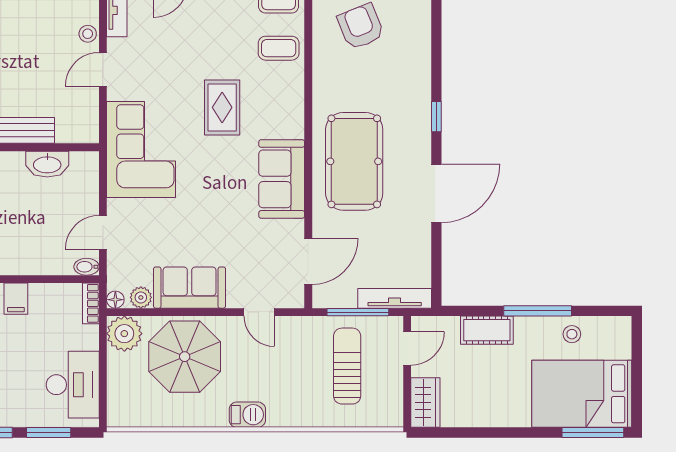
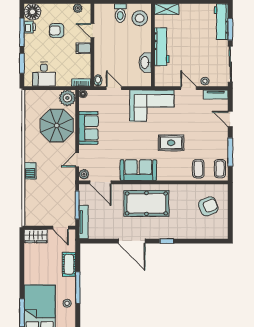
plant: (141, 297) -> (84, 174), moved
sun lounger: (347, 366) -> (52, 200), removed
desk: (73, 385) -> (44, 74), width x0.73
barbecue: (247, 415) -> (30, 171), moved

